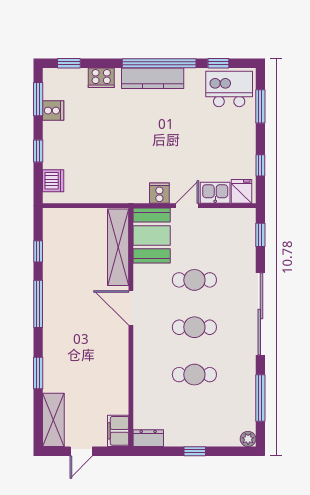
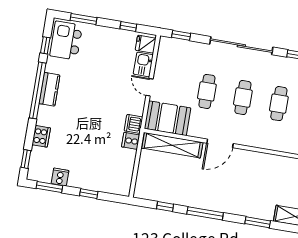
kitchen counter: (153, 78) -> (49, 89), width x0.67
dishwasher: (53, 181) -> (133, 124), moved, turned -90
cooker: (159, 193) -> (131, 141), moved

